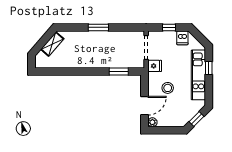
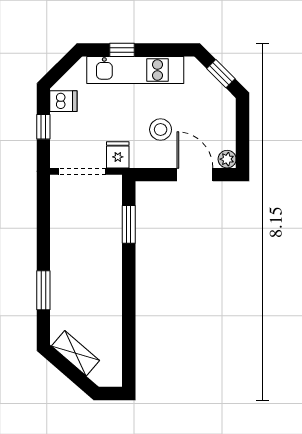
window: (98, 27) -> (43, 290), moved

